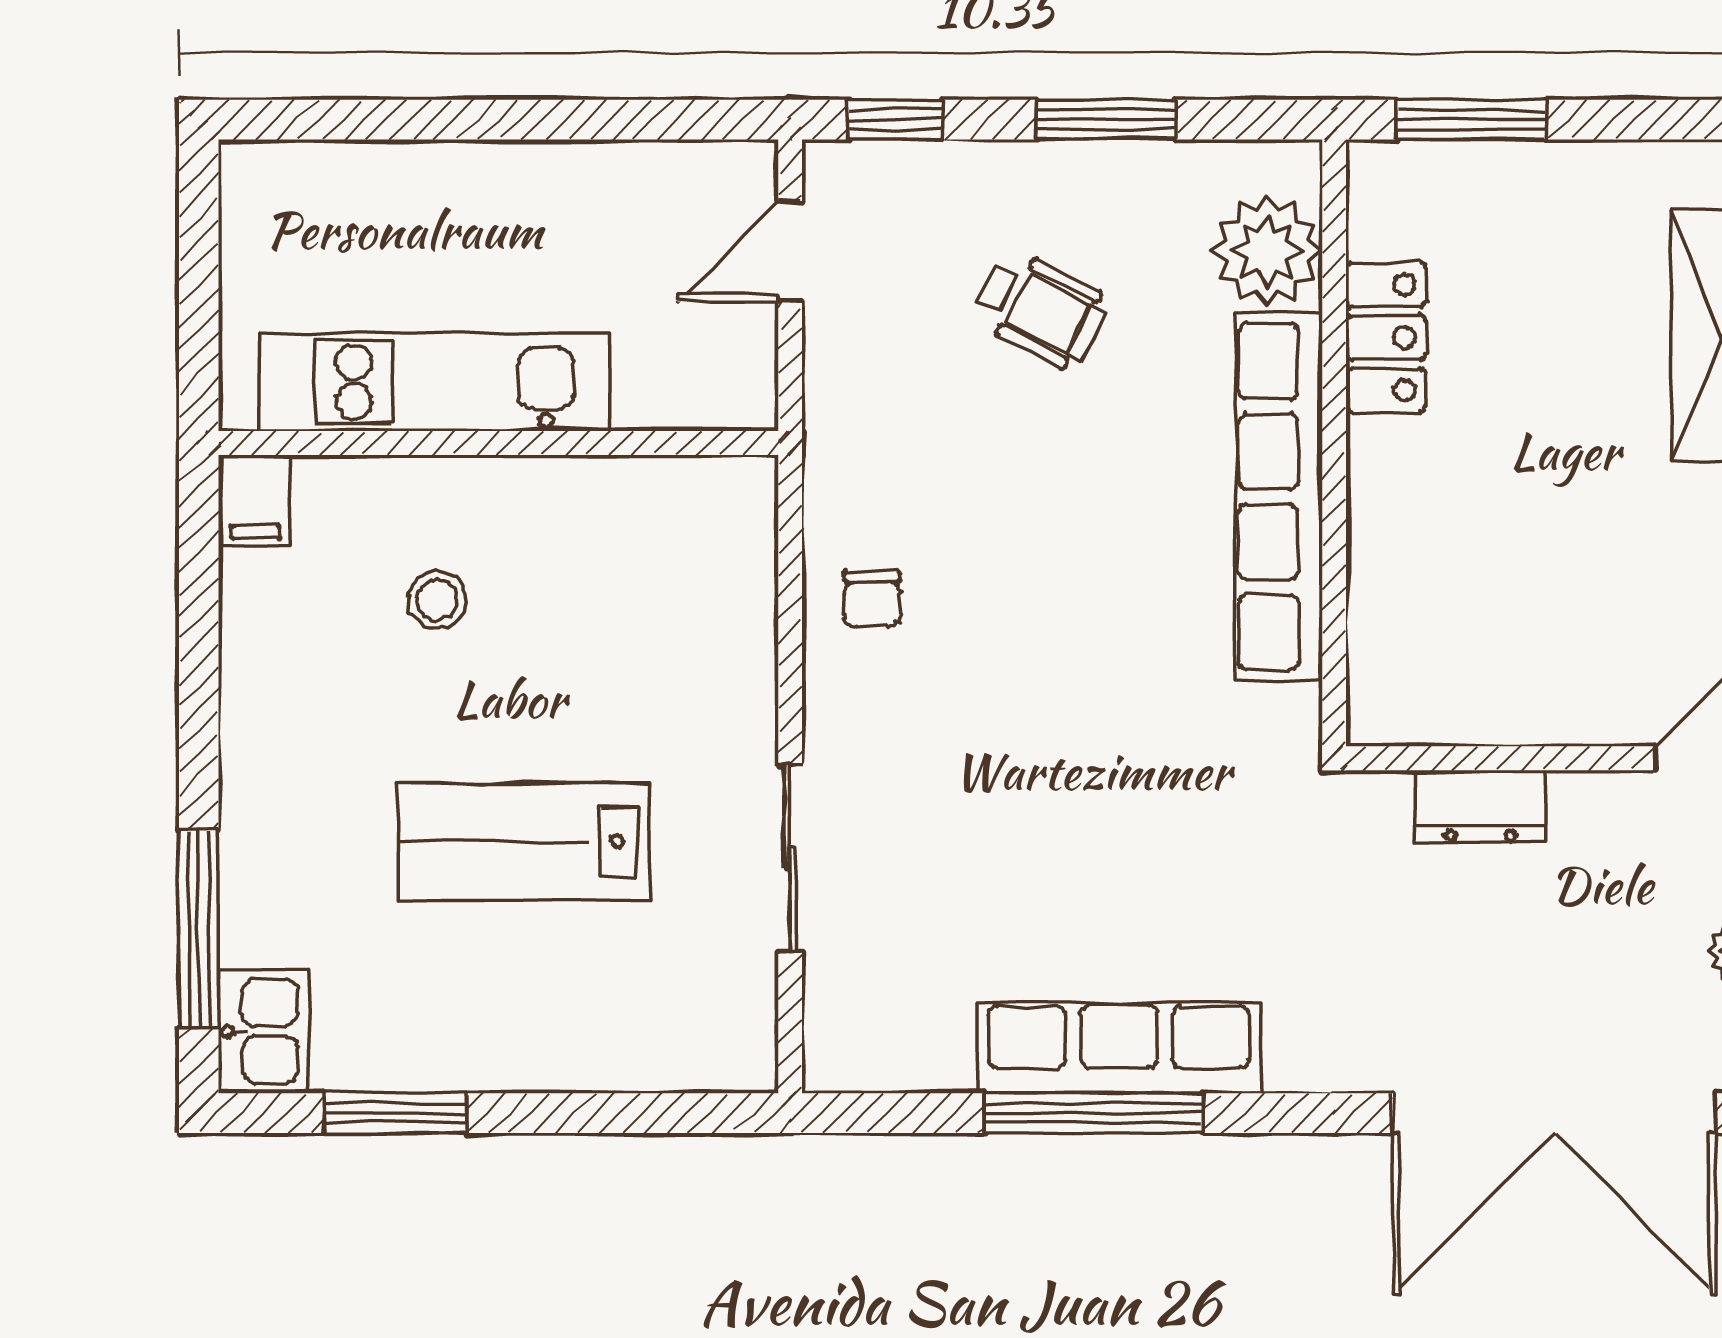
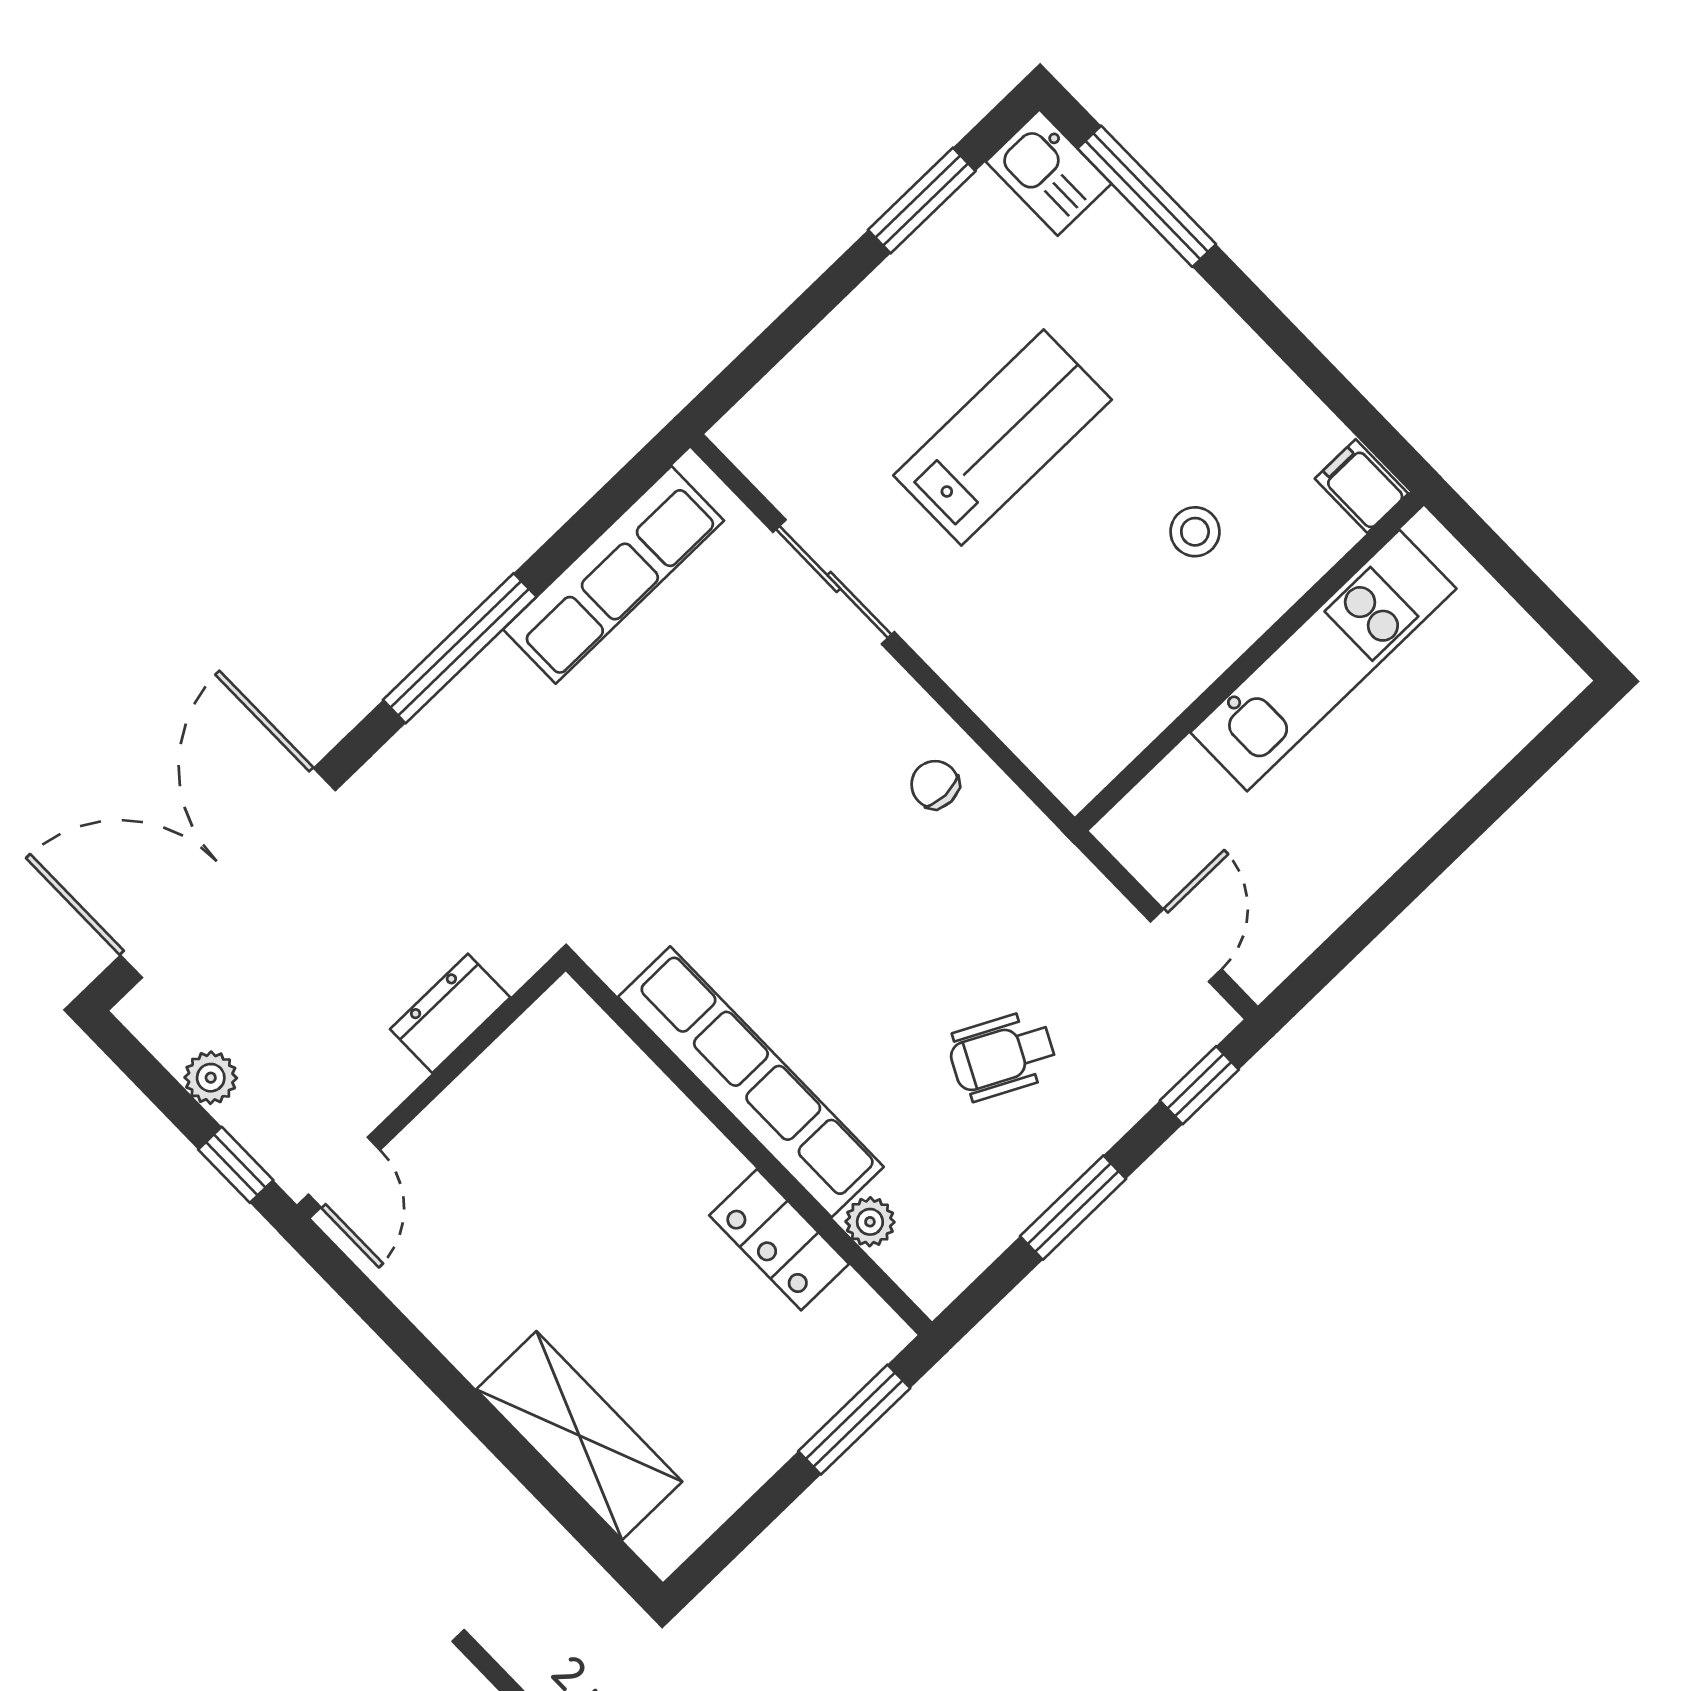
plant: (1267, 251) -> (870, 1222), width x0.53, depth x0.53
row of seats: (1119, 1048) -> (614, 575), moved
window: (1093, 1113) -> (460, 648), moved

